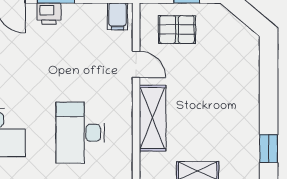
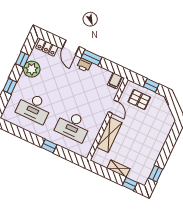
desk: (80, 133) -> (73, 126), turned -90

